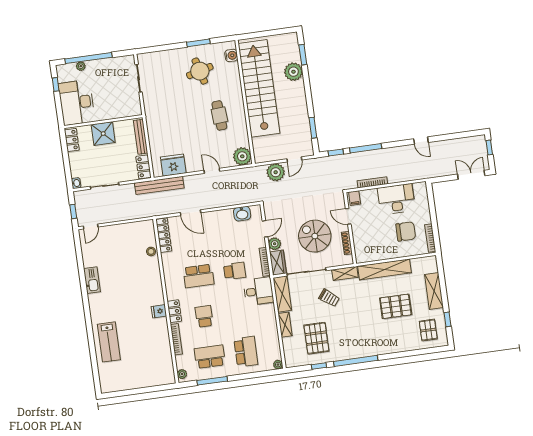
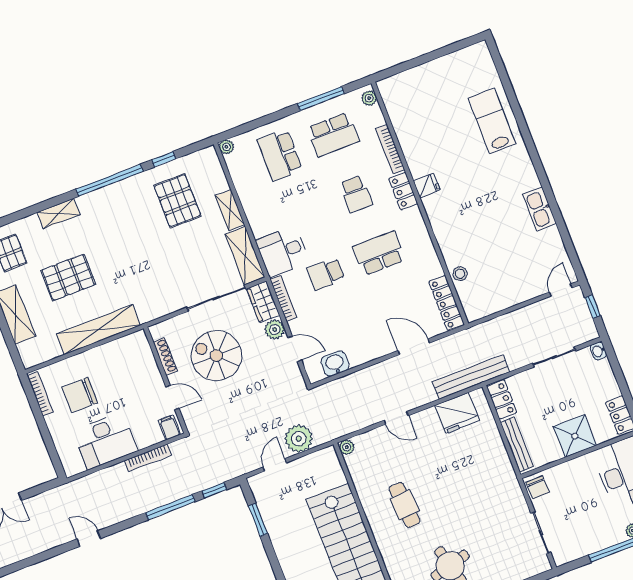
chair: (134, 107) -> (538, 487), added
plant: (242, 156) -> (347, 447), width x0.53, depth x0.53
door: (265, 229) -> (295, 349), swing flipped
spiral stairs: (315, 236) -> (216, 356), turned 180
shelving: (345, 273) -> (59, 213), moved
trolley: (329, 298) -> (173, 267), removed

